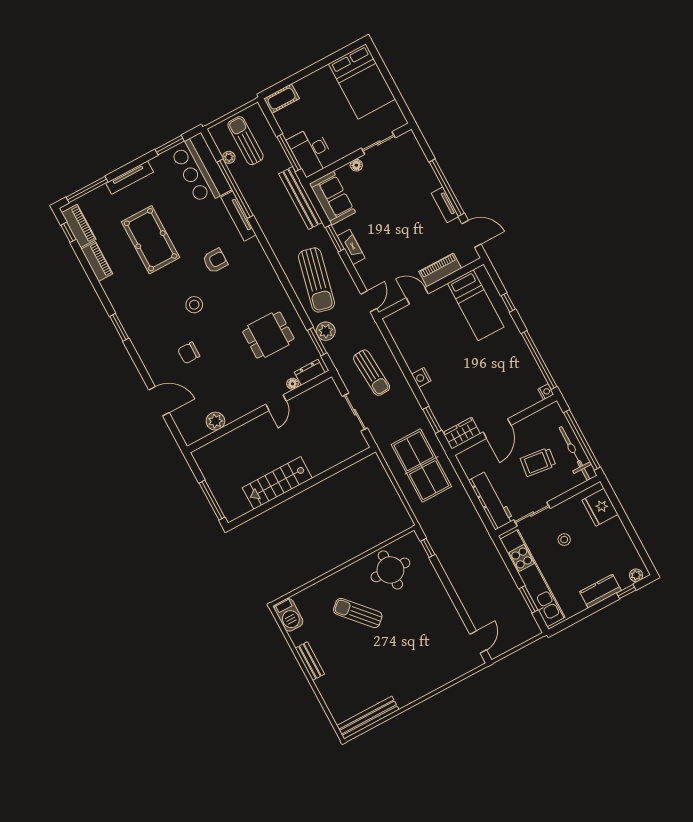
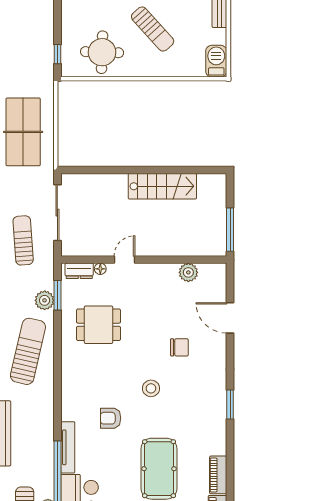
sliding door: (355, 412) -> (57, 213), width x1.37
window: (212, 500) -> (230, 230), moved

